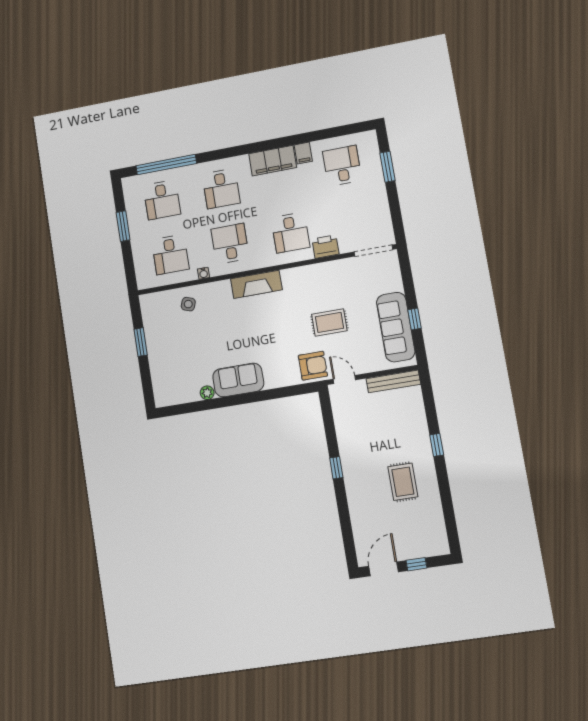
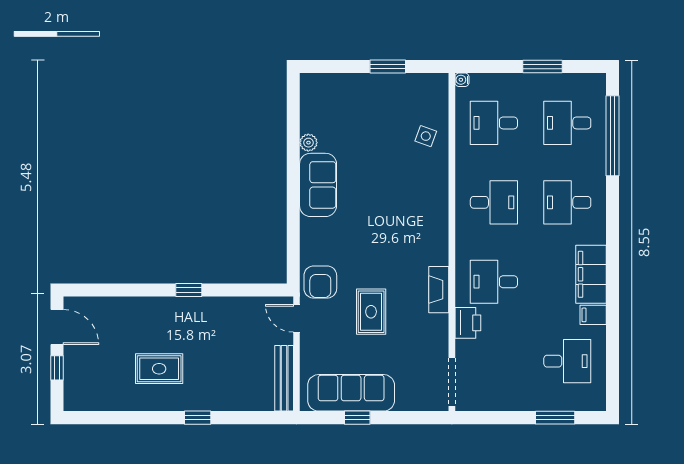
water cooler: (204, 273) -> (462, 80), moved
fireplace: (256, 284) -> (439, 290), moved, width x0.73, depth x0.76
door: (344, 380) -> (296, 318), swing flipped

